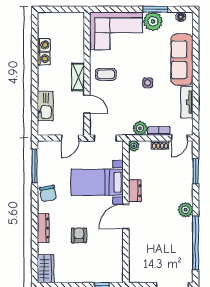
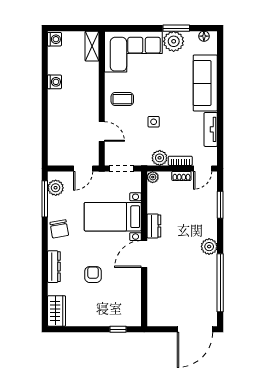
washing machine: (44, 45) -> (54, 39), moved
shelving: (78, 77) -> (92, 46), moved
side table: (148, 83) -> (154, 122), moved
kitchen sink: (45, 106) -> (56, 133), removed
plant: (45, 156) -> (56, 188), added

